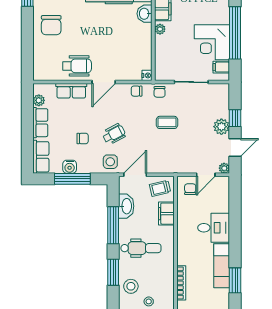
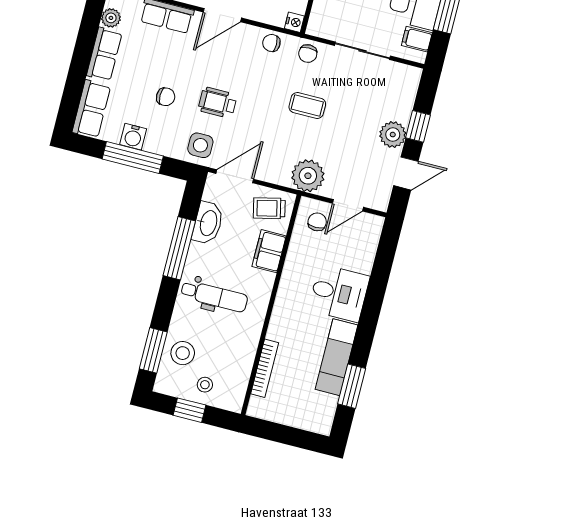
wheelchair: (114, 134) -> (217, 103), turned -152
plant: (224, 168) -> (308, 176), moved, width x1.88, depth x1.88
window: (113, 272) -> (153, 350), moved

